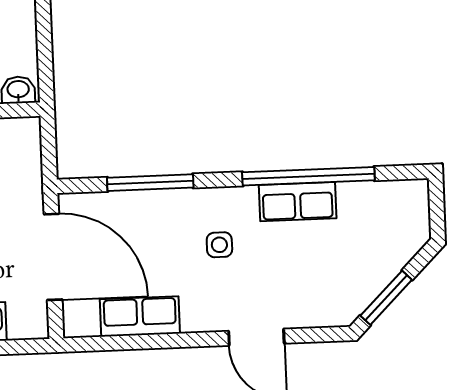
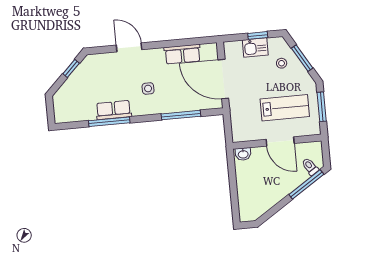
window: (308, 176) -> (109, 122), width x0.68
window: (386, 298) -> (71, 68), width x0.67

